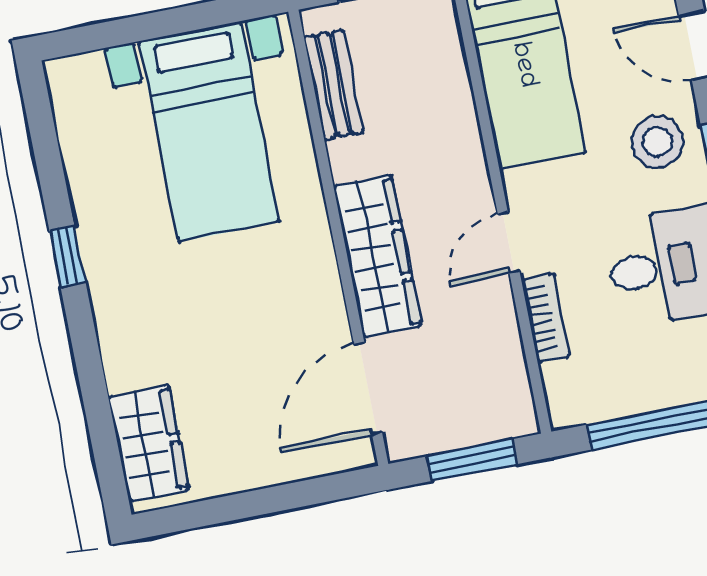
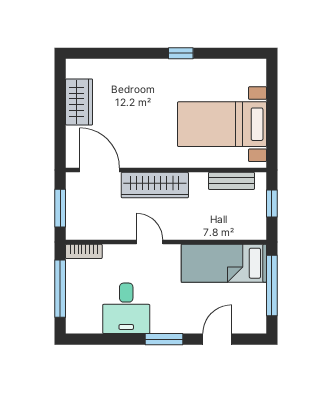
stool: (657, 142) -> (180, 314), removed
bookcase: (546, 318) -> (84, 251), moved
wardrobe: (149, 443) -> (79, 102), moved, turned -90

